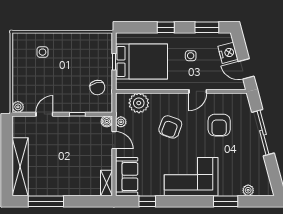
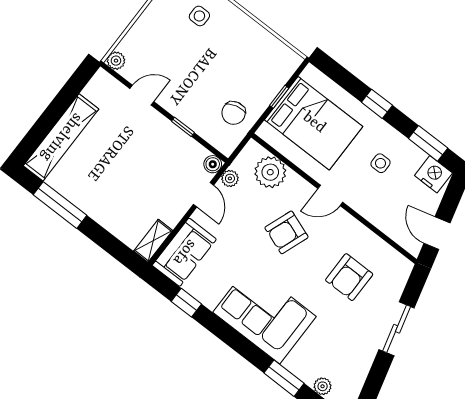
nightstand: (228, 53) -> (433, 174), moved, turned -75
door: (198, 91) -> (330, 195), moved
sliding door: (263, 133) -> (397, 329), width x0.73

